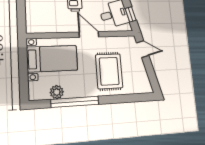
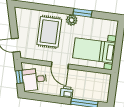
plant: (57, 92) -> (72, 20), moved
window: (75, 102) -> (83, 13), width x0.47

